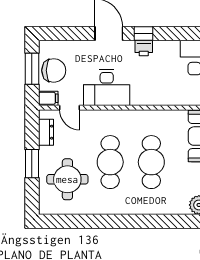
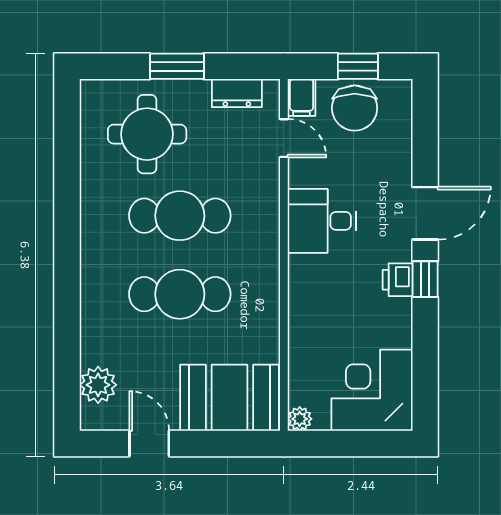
window: (32, 69) -> (358, 66), width x0.67
desk: (107, 88) -> (322, 221), width x0.73
door: (70, 108) -> (284, 138), swing flipped

